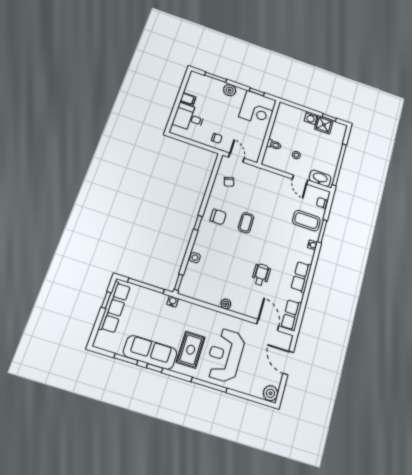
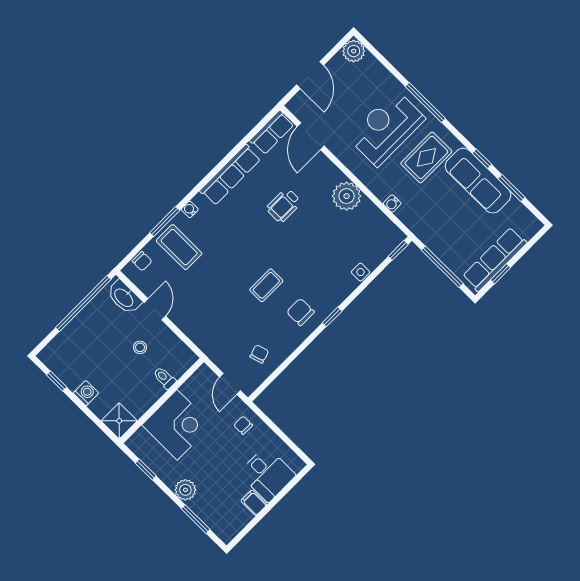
corner desk: (258, 109) -> (177, 425), moved, turned 90
shower: (324, 125) -> (119, 421), moved
row of seats: (301, 277) -> (230, 175), width x1.48
water cooler: (173, 301) -> (392, 203), moved
plant: (226, 304) -> (347, 196), width x1.88, depth x1.88
reception desk: (225, 355) -> (386, 128), turned 180

